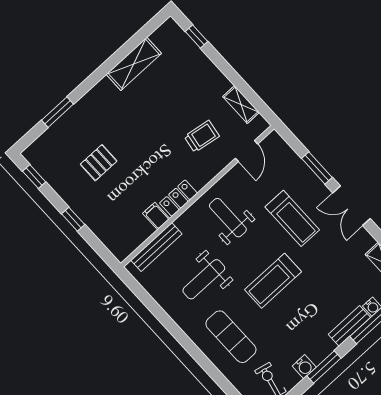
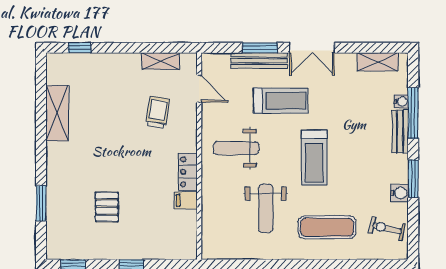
bench: (156, 247) -> (259, 61), moved, turned 90

